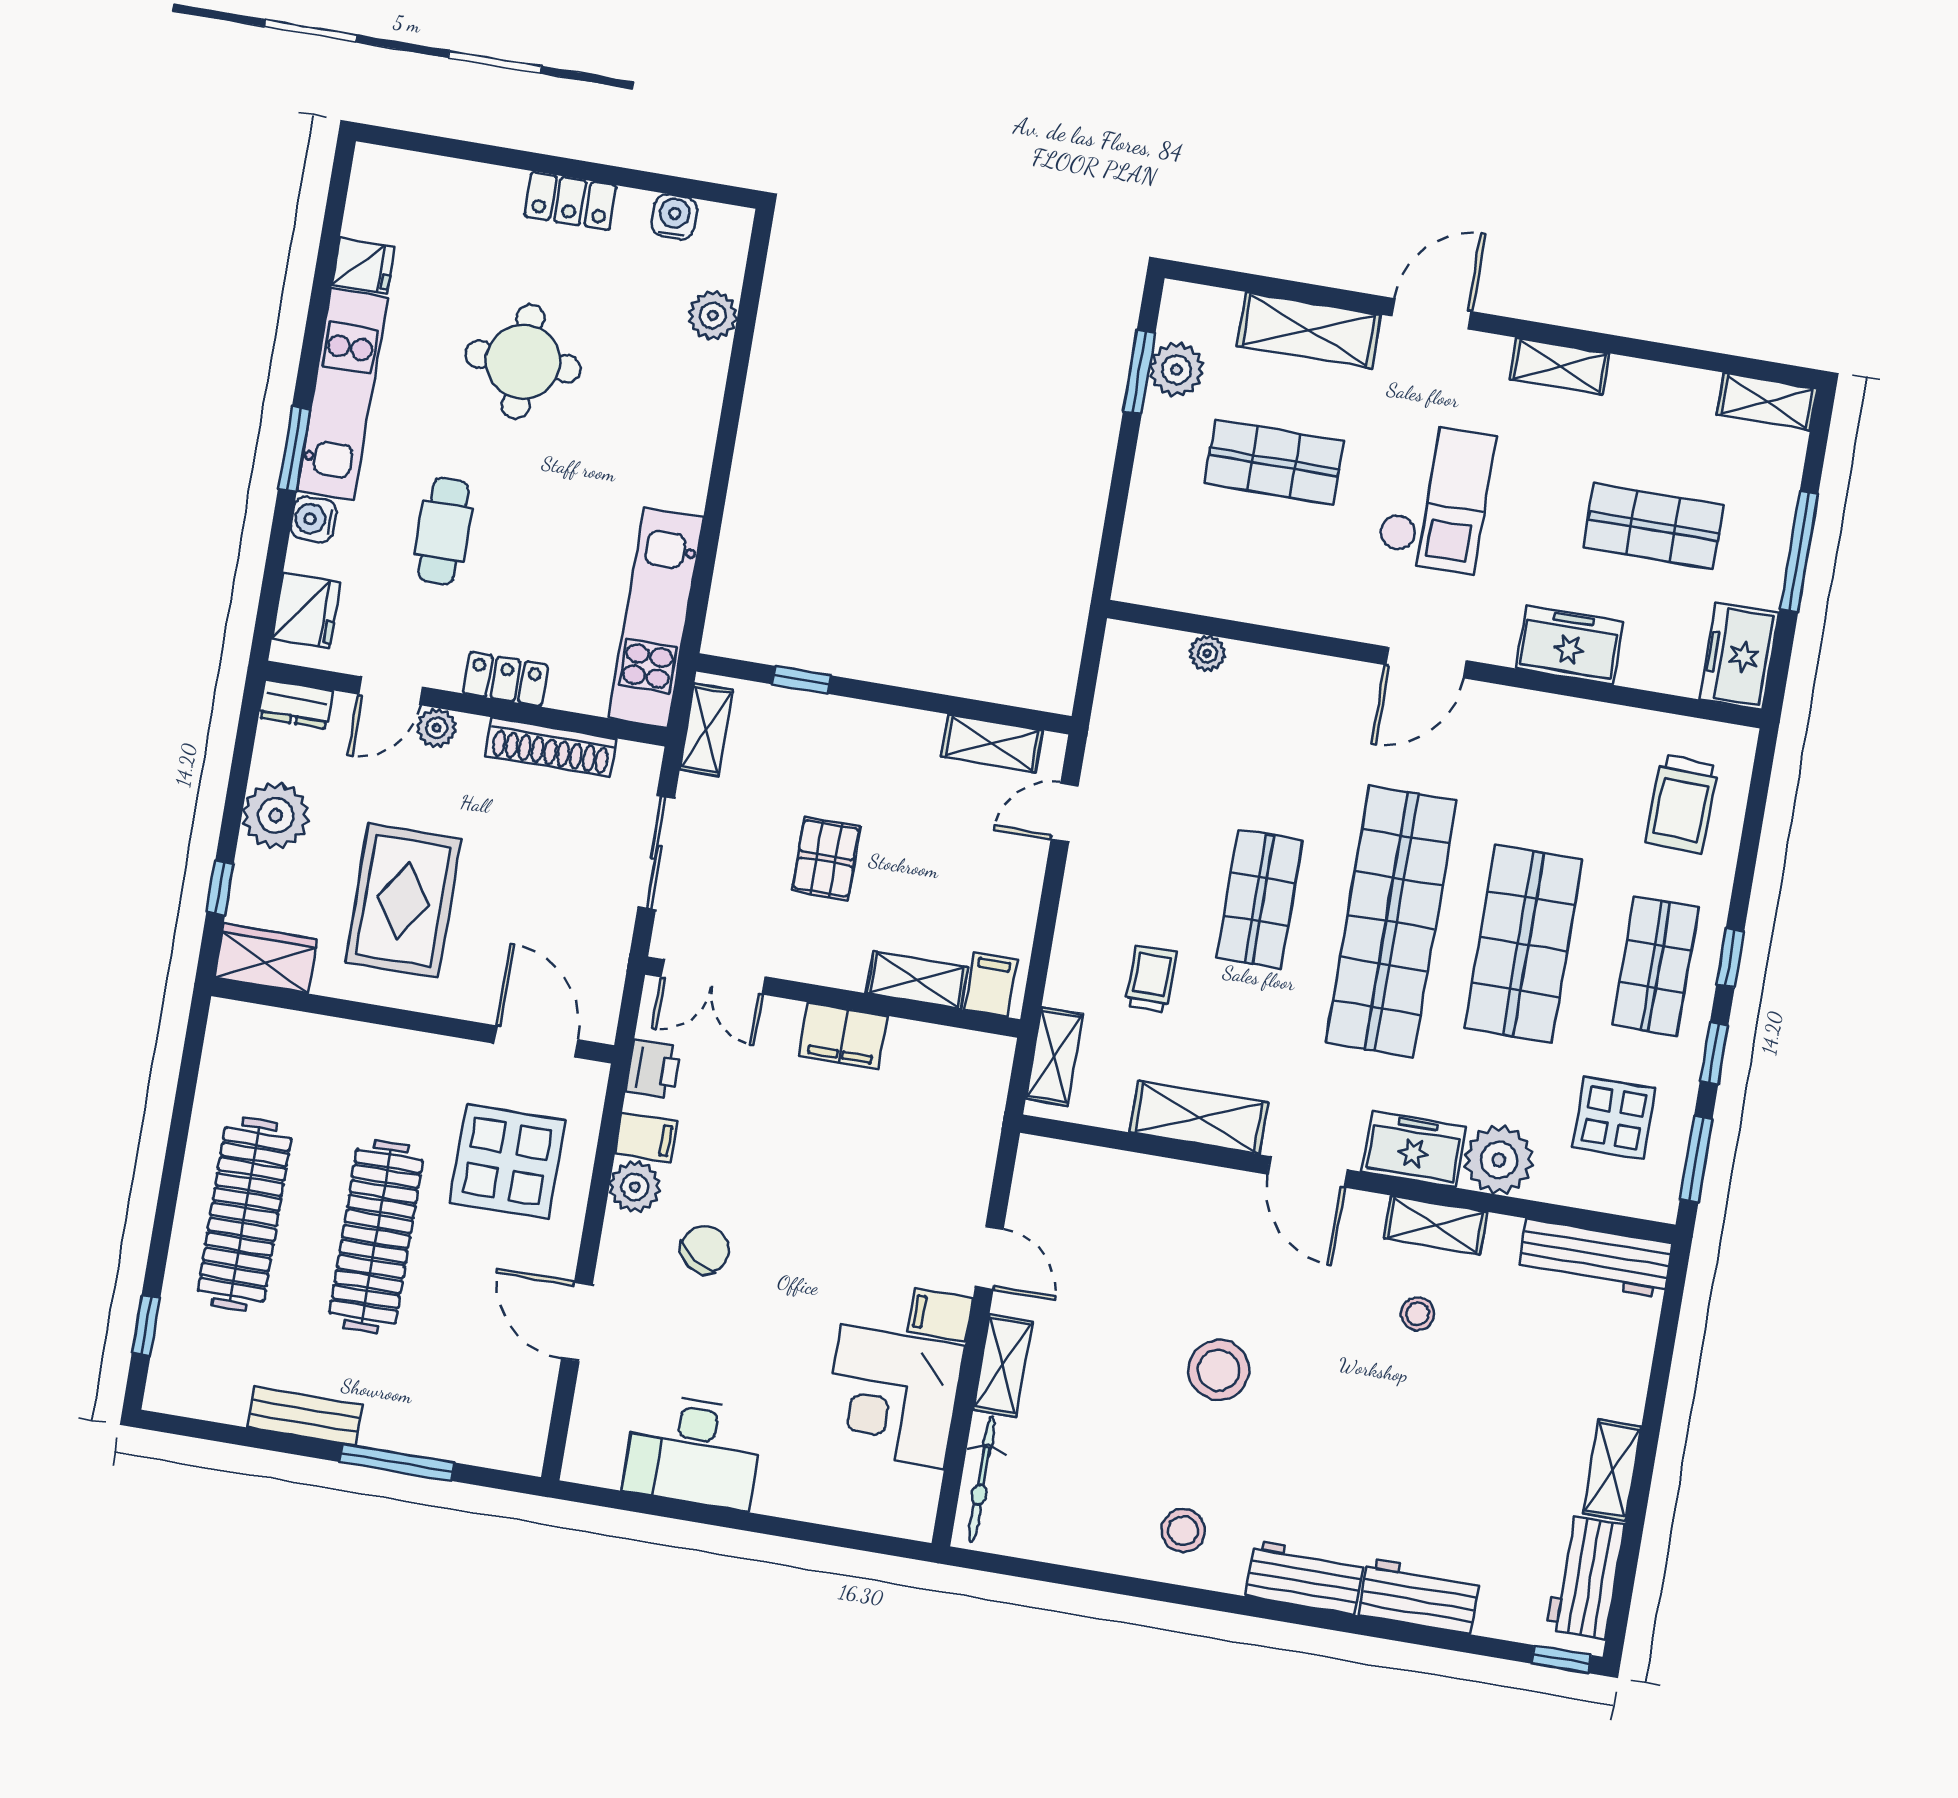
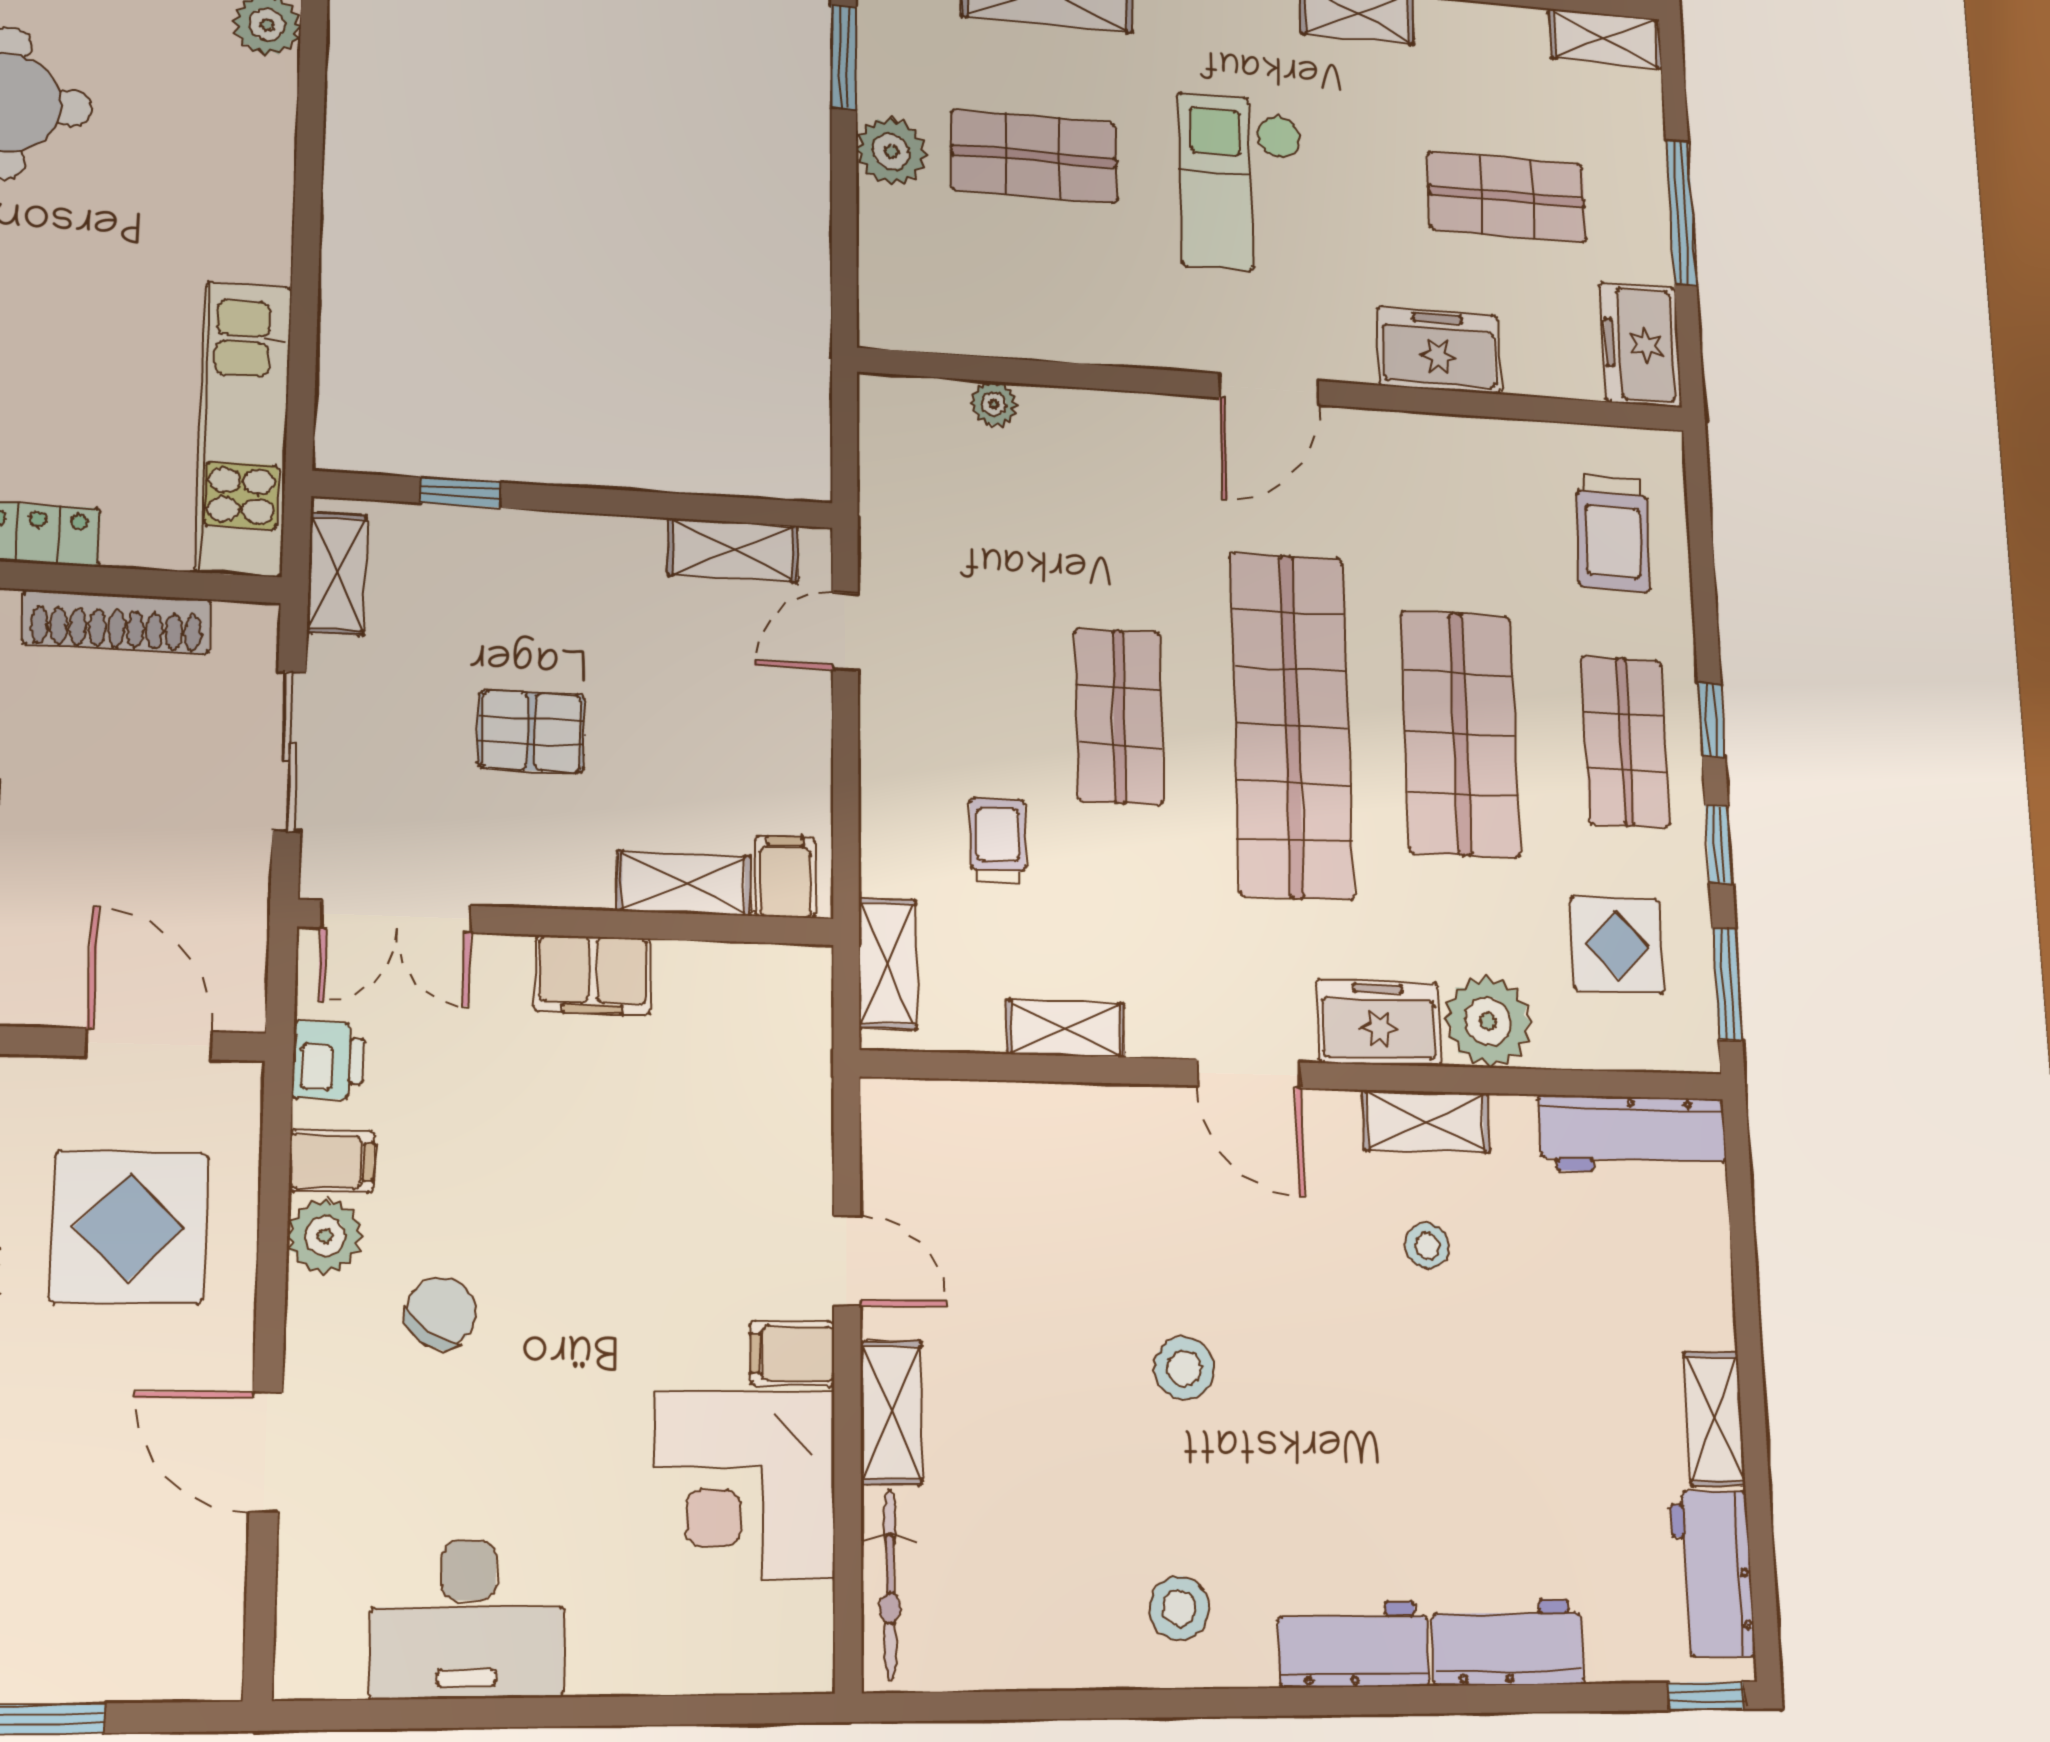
plant: (1177, 370) -> (891, 151), moved
checkout: (1436, 497) -> (1241, 183), turned 180
pallet: (826, 859) -> (531, 731), turned 90
shelving: (1199, 1117) -> (1065, 1029), width x0.67, depth x0.75
stool: (1219, 1370) -> (1184, 1368), width x0.73, depth x0.73

